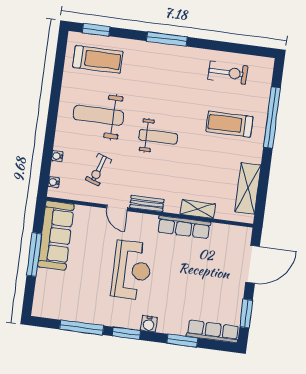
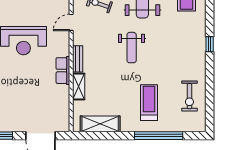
window: (167, 39) -> (210, 44), width x0.46
bench: (147, 203) -> (78, 59), moved
row of seats: (184, 227) -> (63, 71), width x0.68

